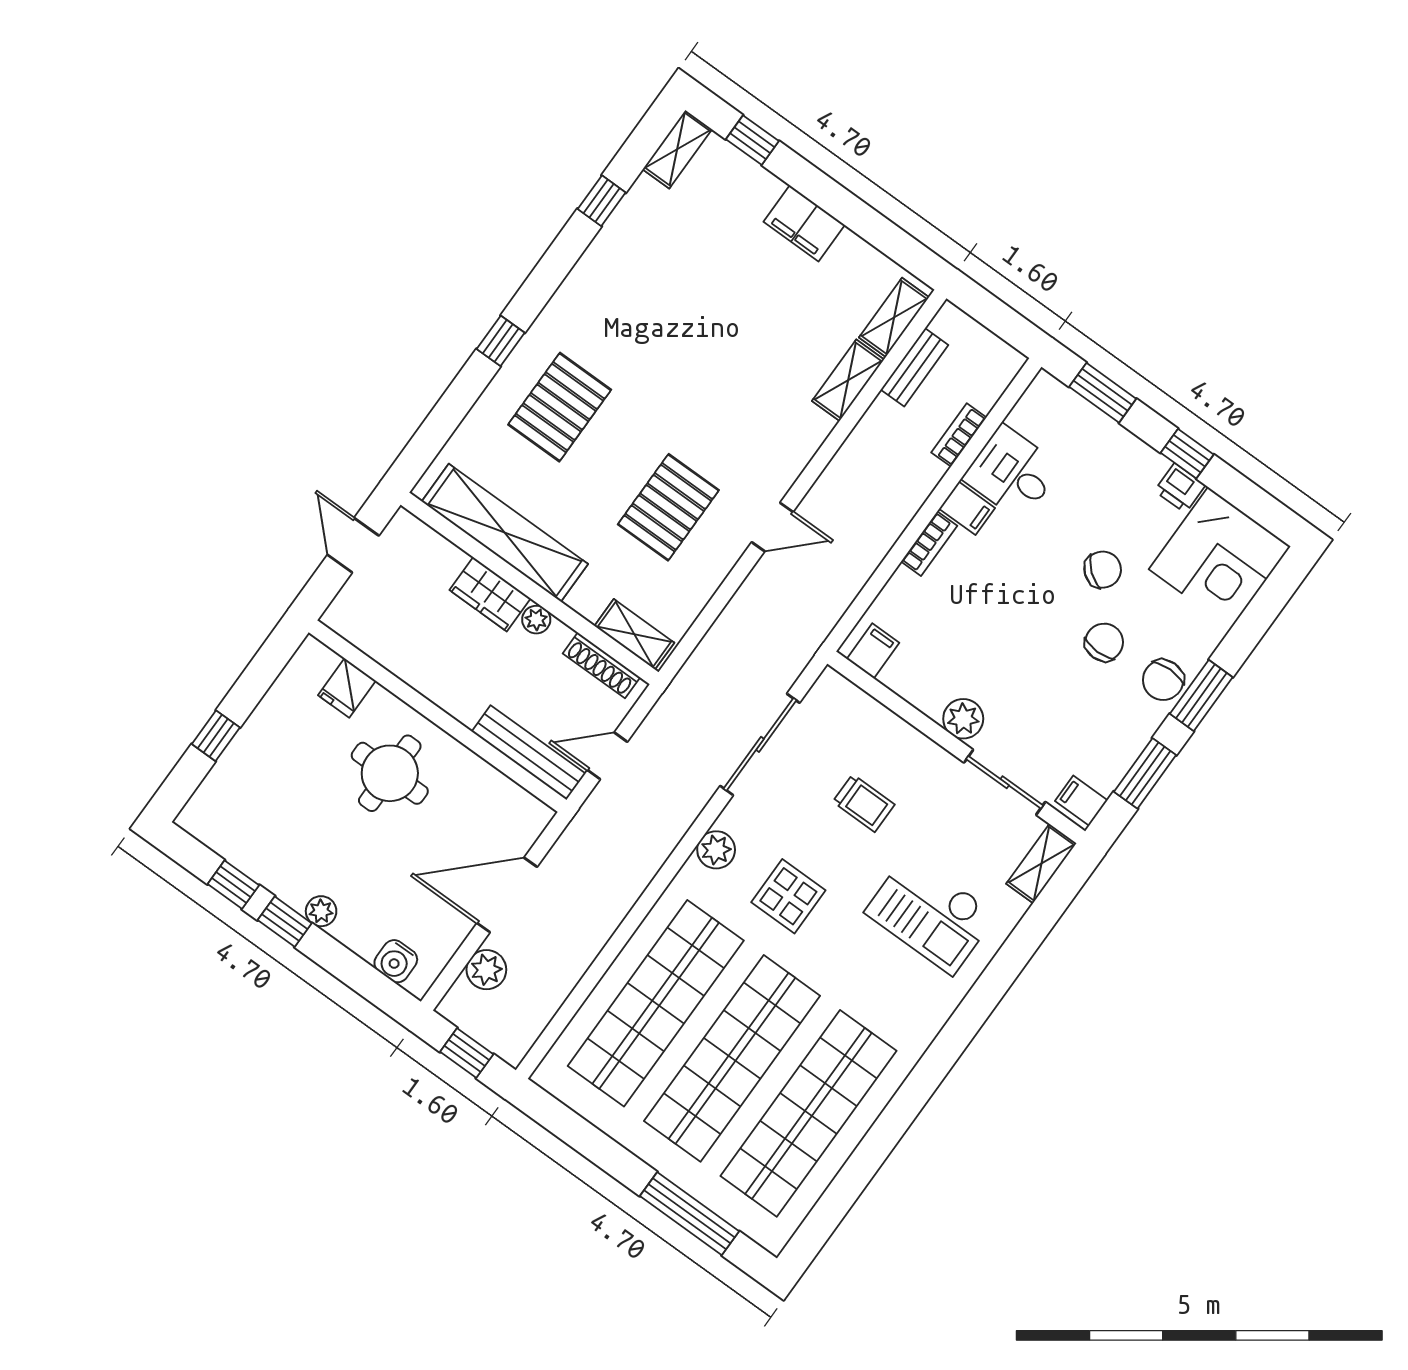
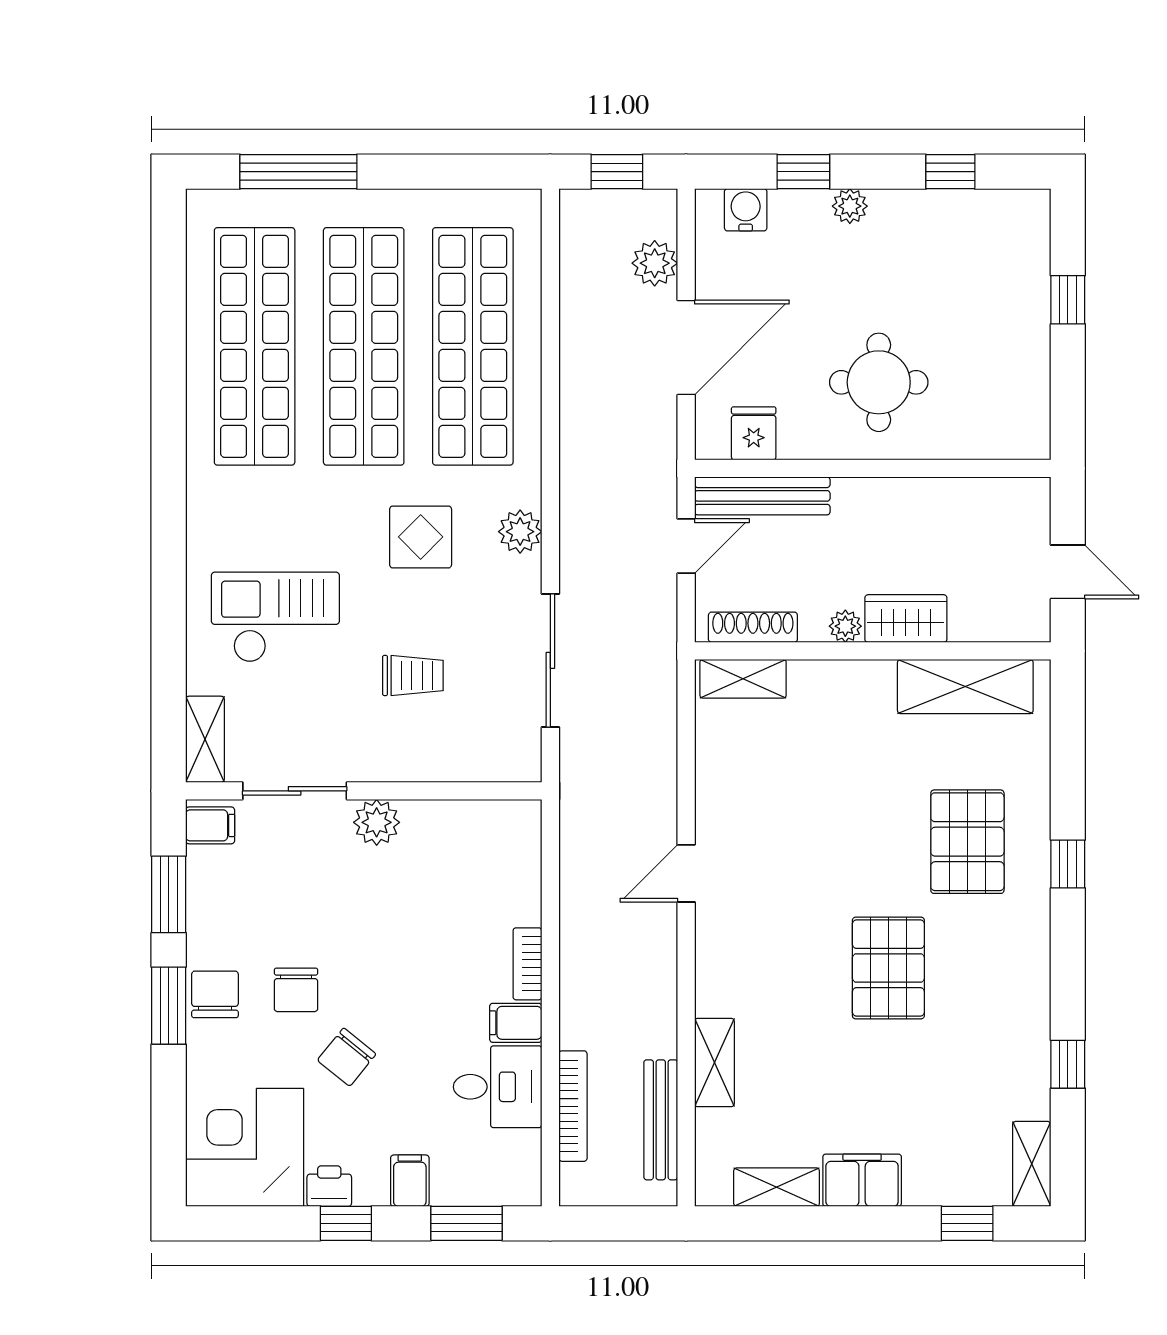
shelving: (894, 317) -> (777, 1187), moved, turned 90
bench: (914, 367) -> (661, 1120), width x1.36
bookcase: (959, 435) -> (573, 1106), width x1.56
pallet: (668, 507) -> (888, 968), moved
shelving: (505, 533) -> (965, 686), width x0.68
filing cabinet: (873, 651) -> (410, 1181), moved, turned 180
fridge: (347, 688) -> (754, 433), moved
trolley: (864, 803) -> (413, 675), turned 180
window: (285, 922) -> (803, 172), moved

